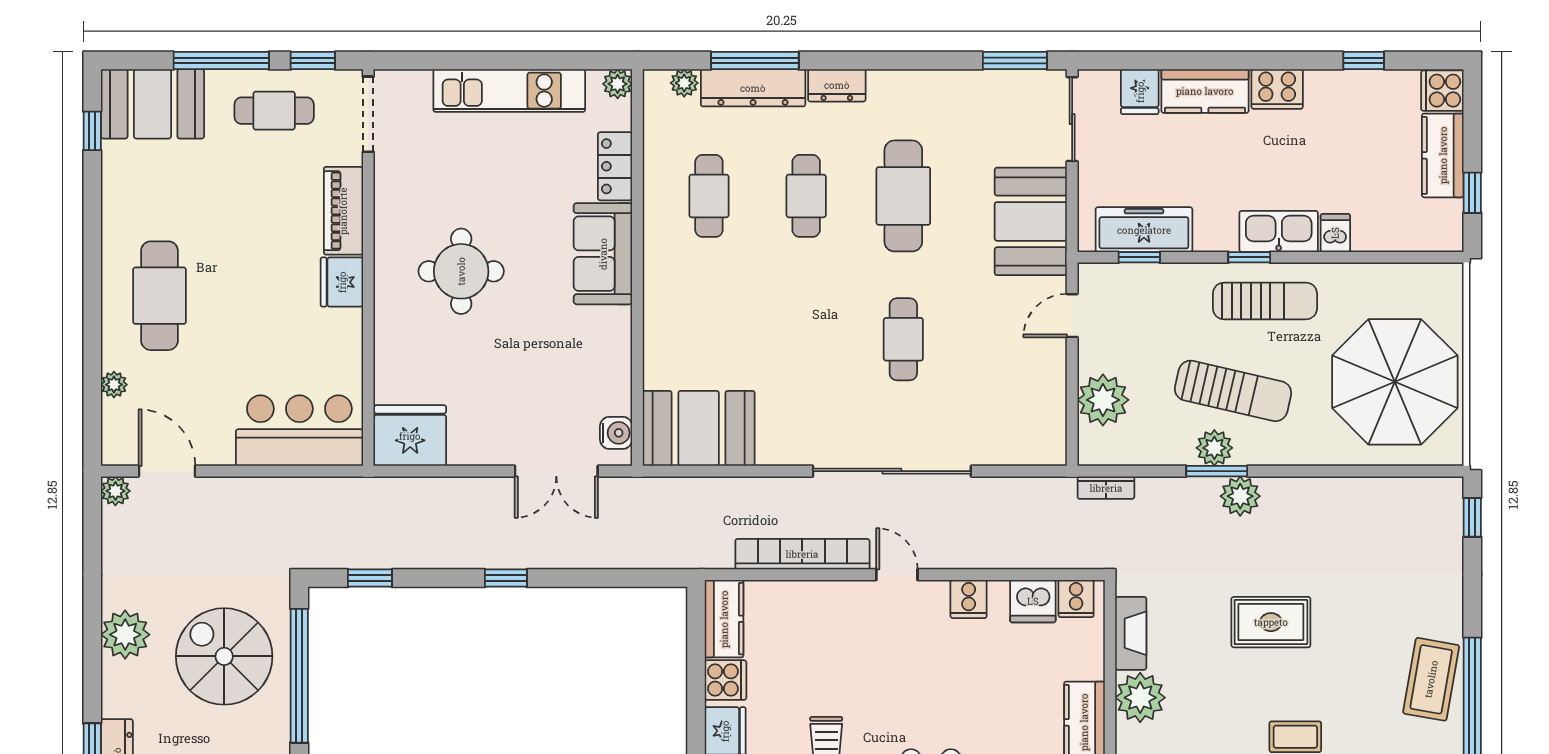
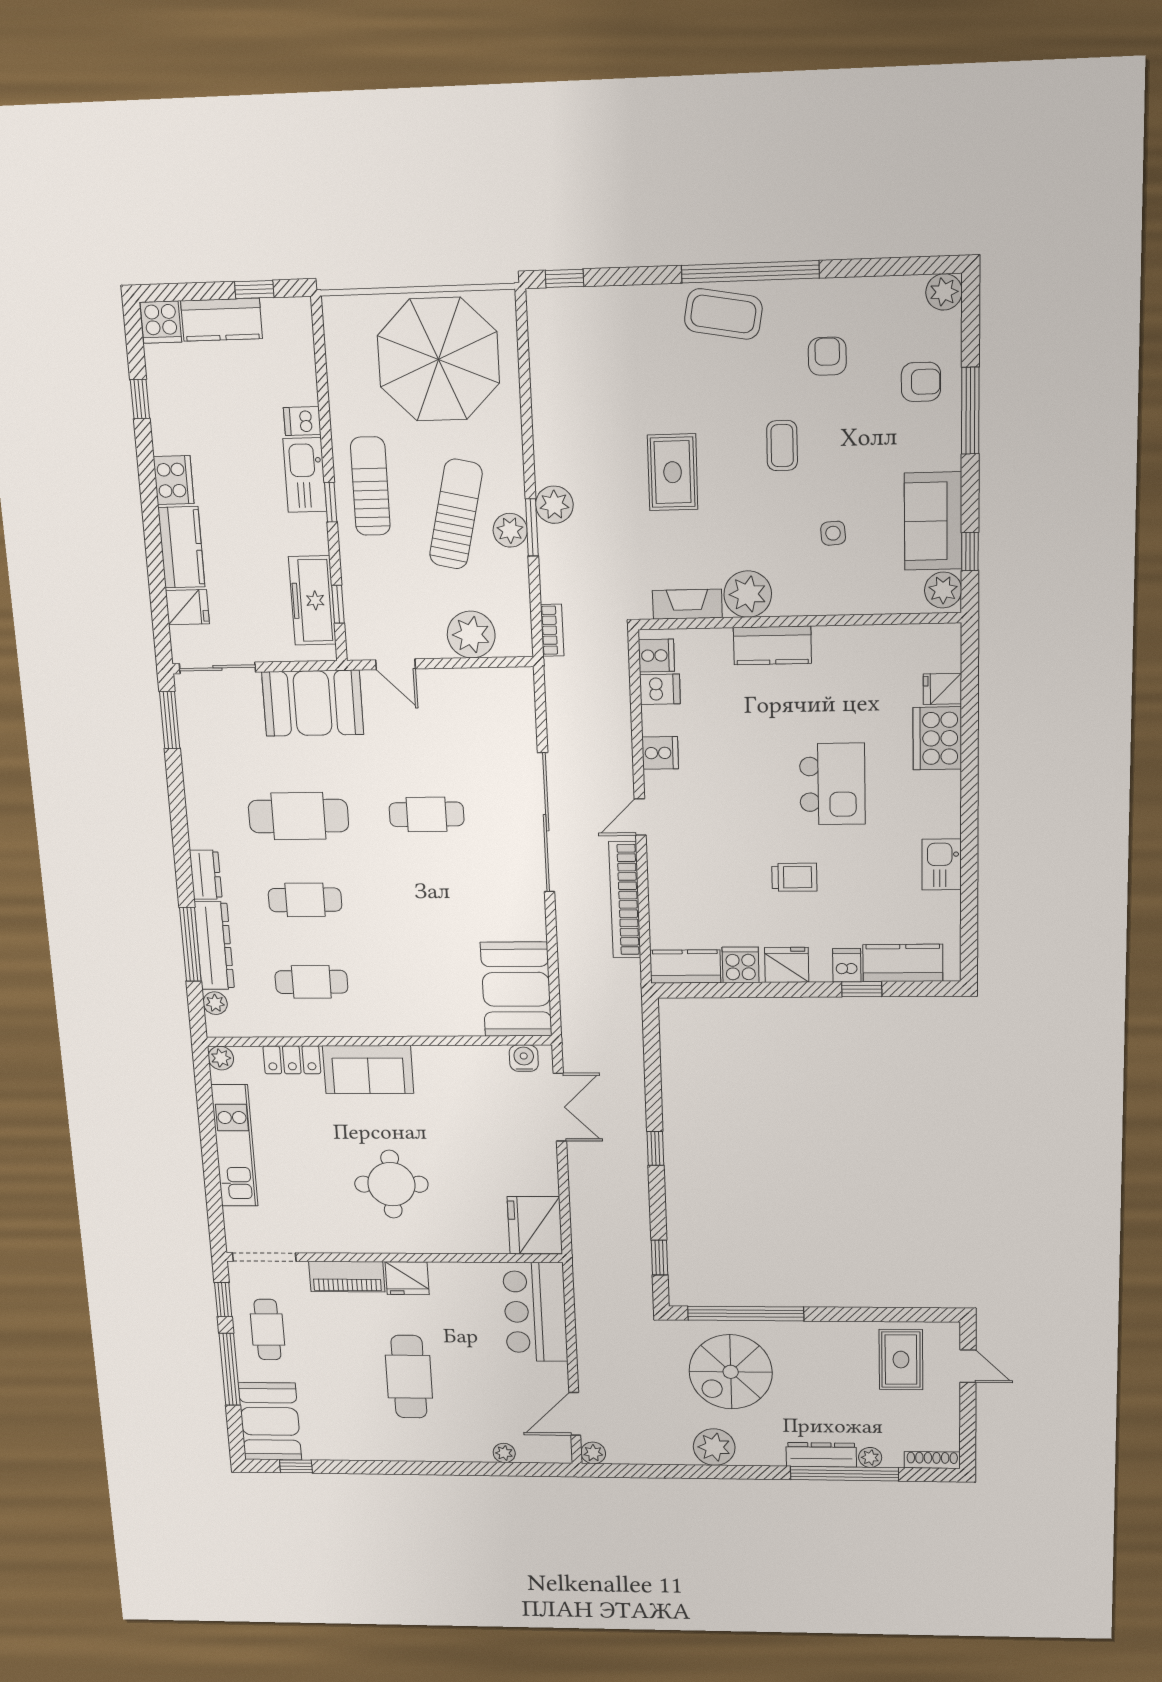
cafe table: (159, 296) -> (409, 1377), moved, turned 90
dishwasher: (1033, 601) -> (660, 689), width x0.73

